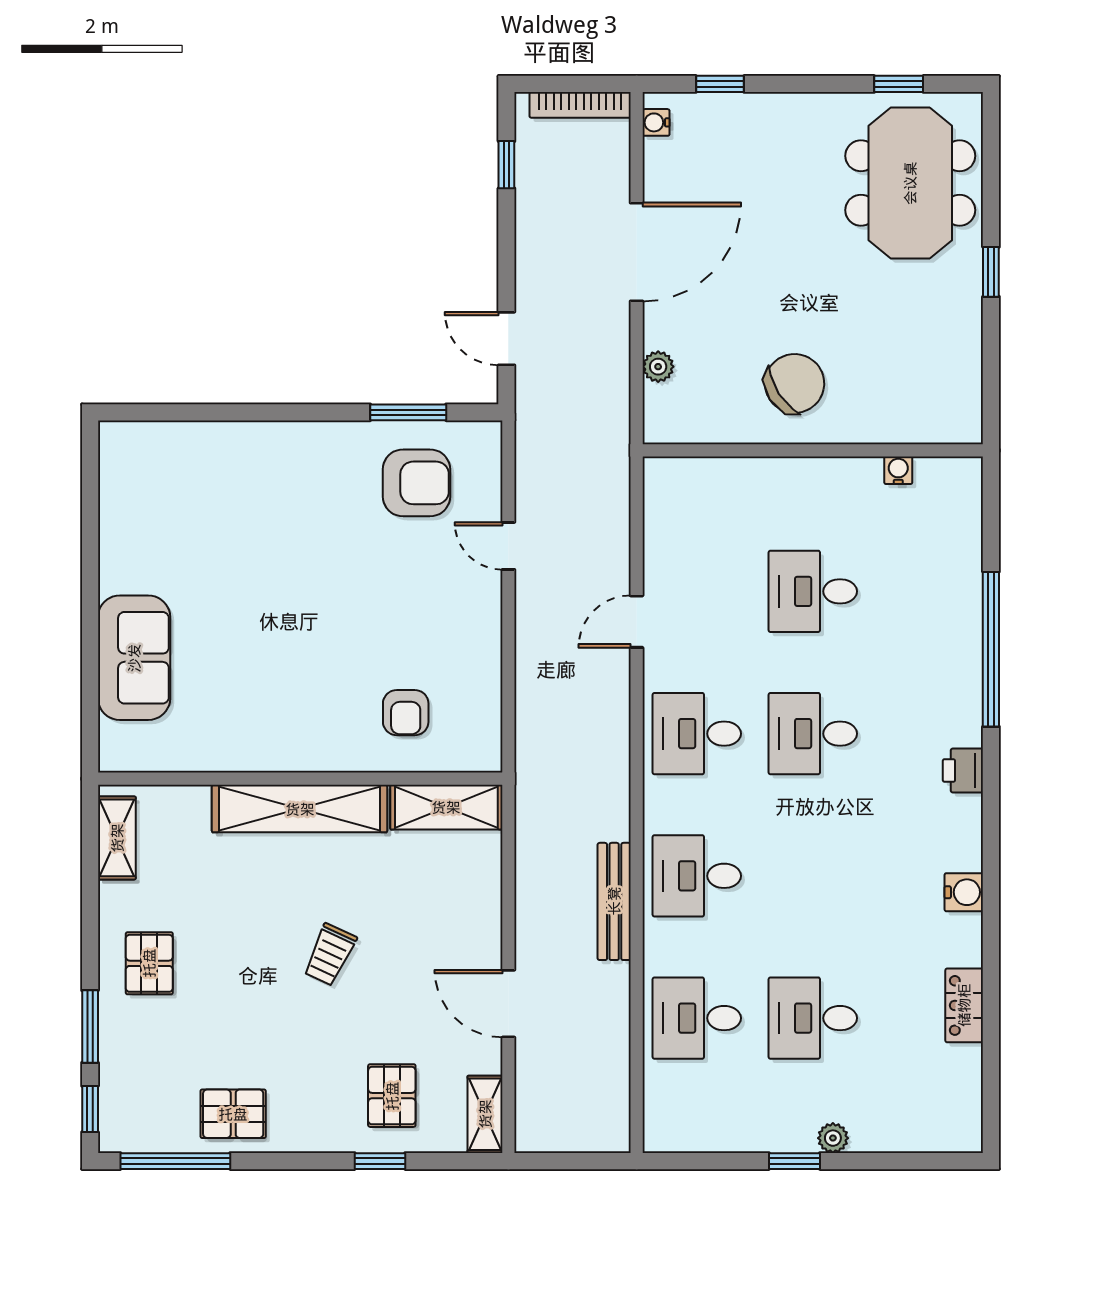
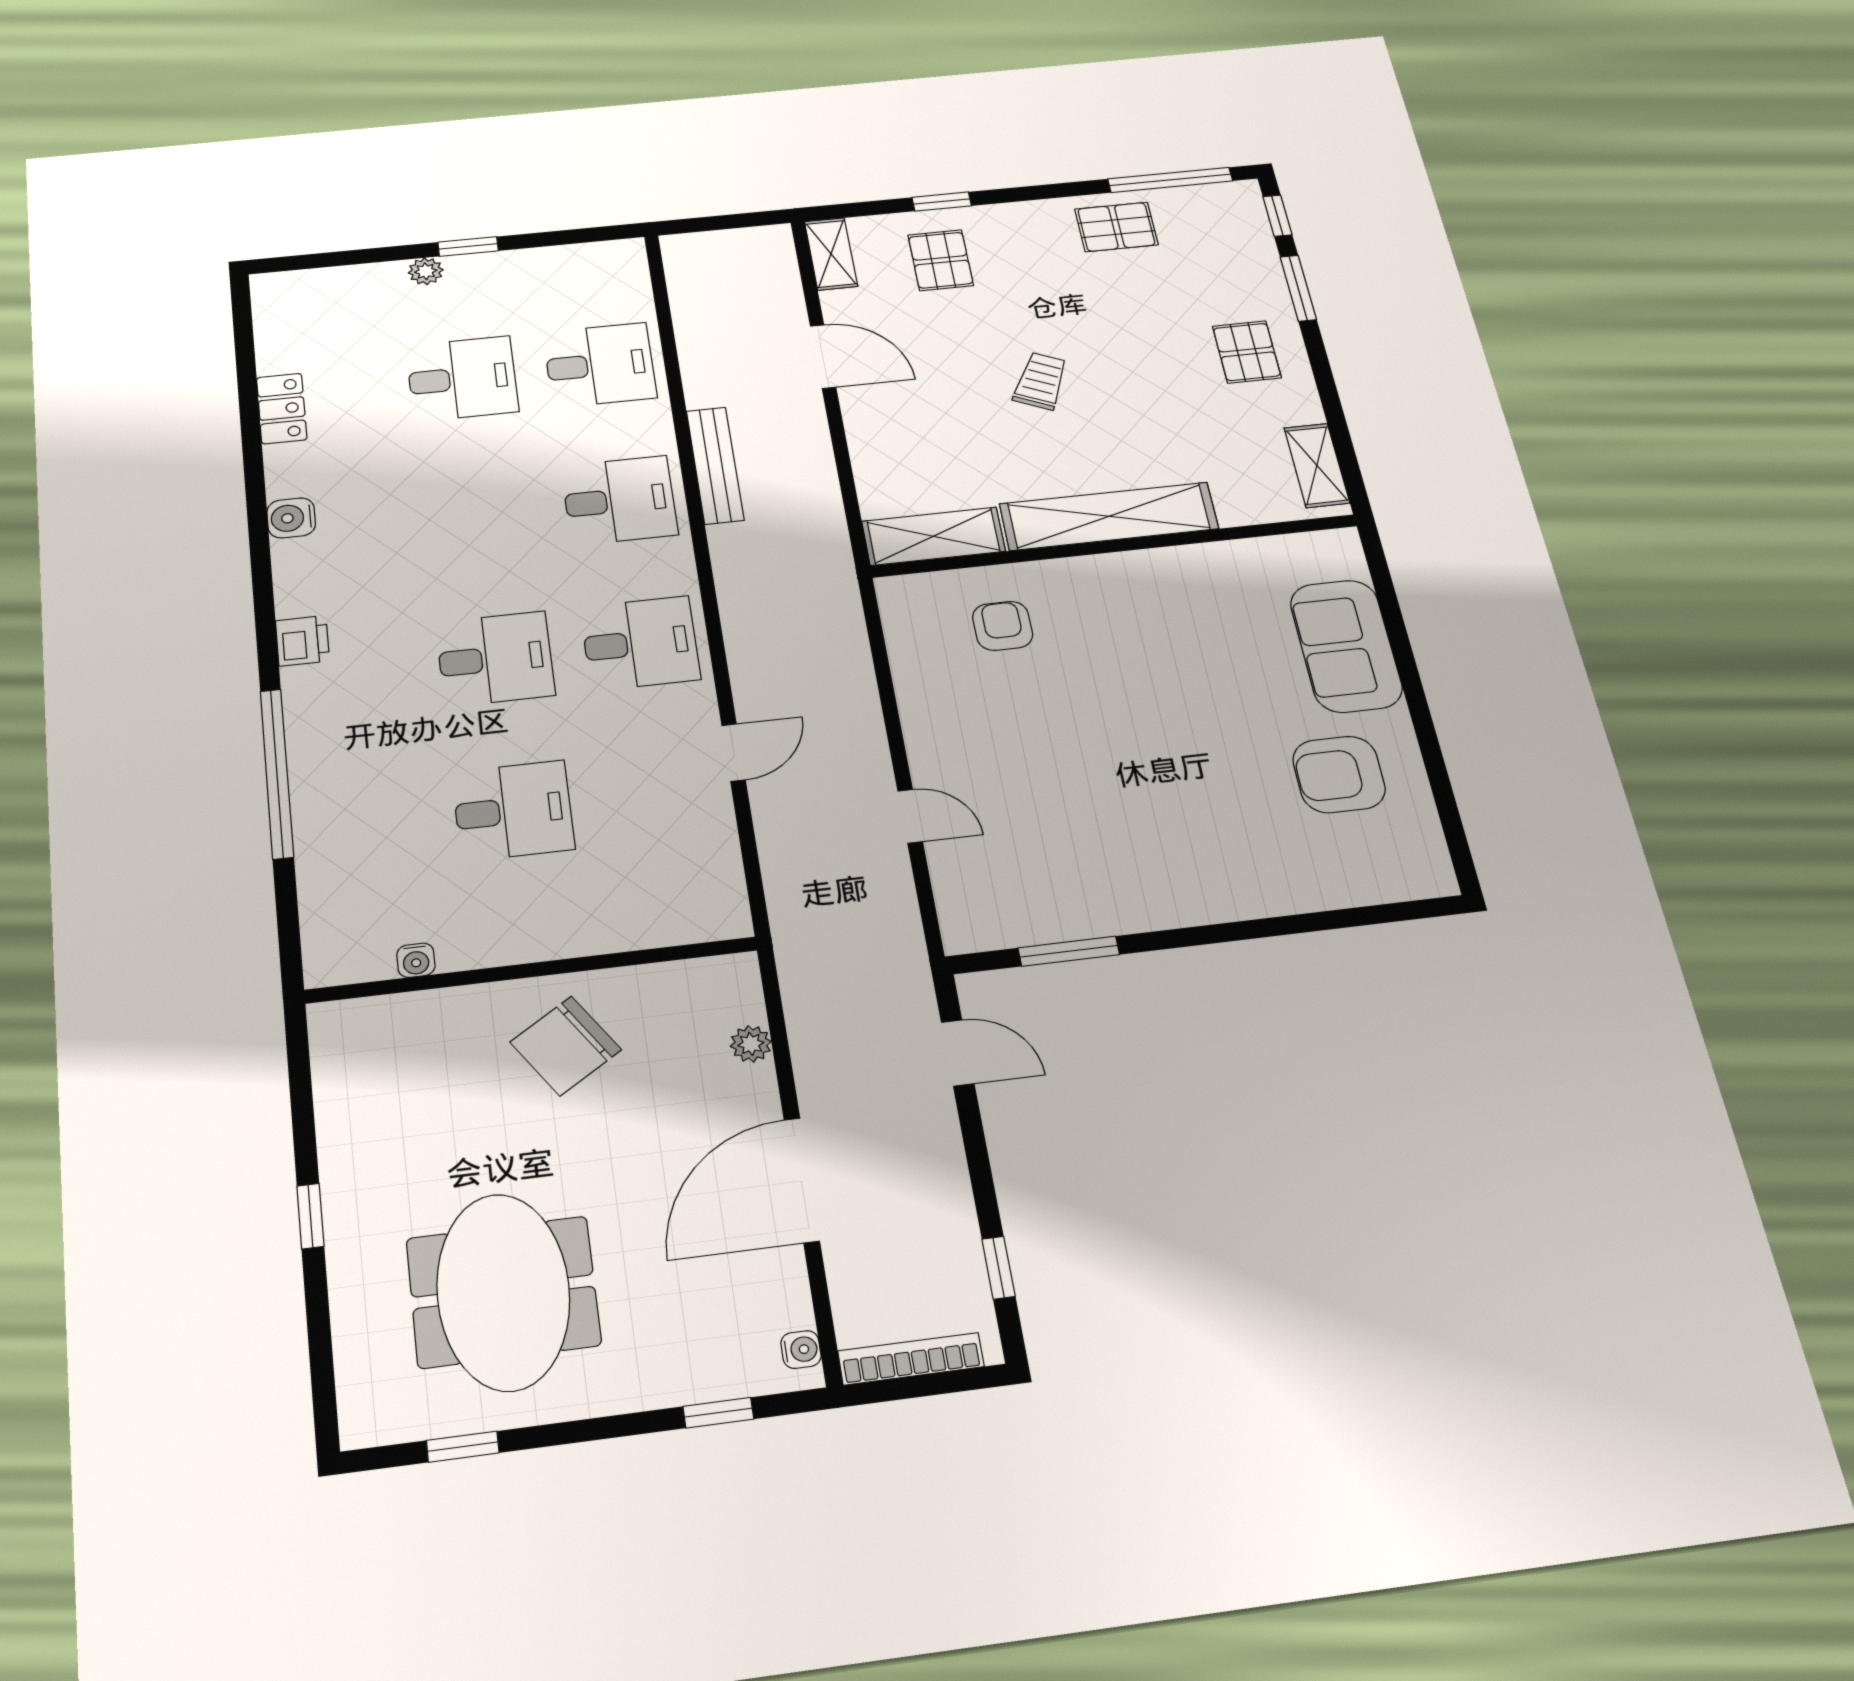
meeting table: (910, 183) -> (503, 1292), moved
armchair: (416, 483) -> (1339, 774), moved

